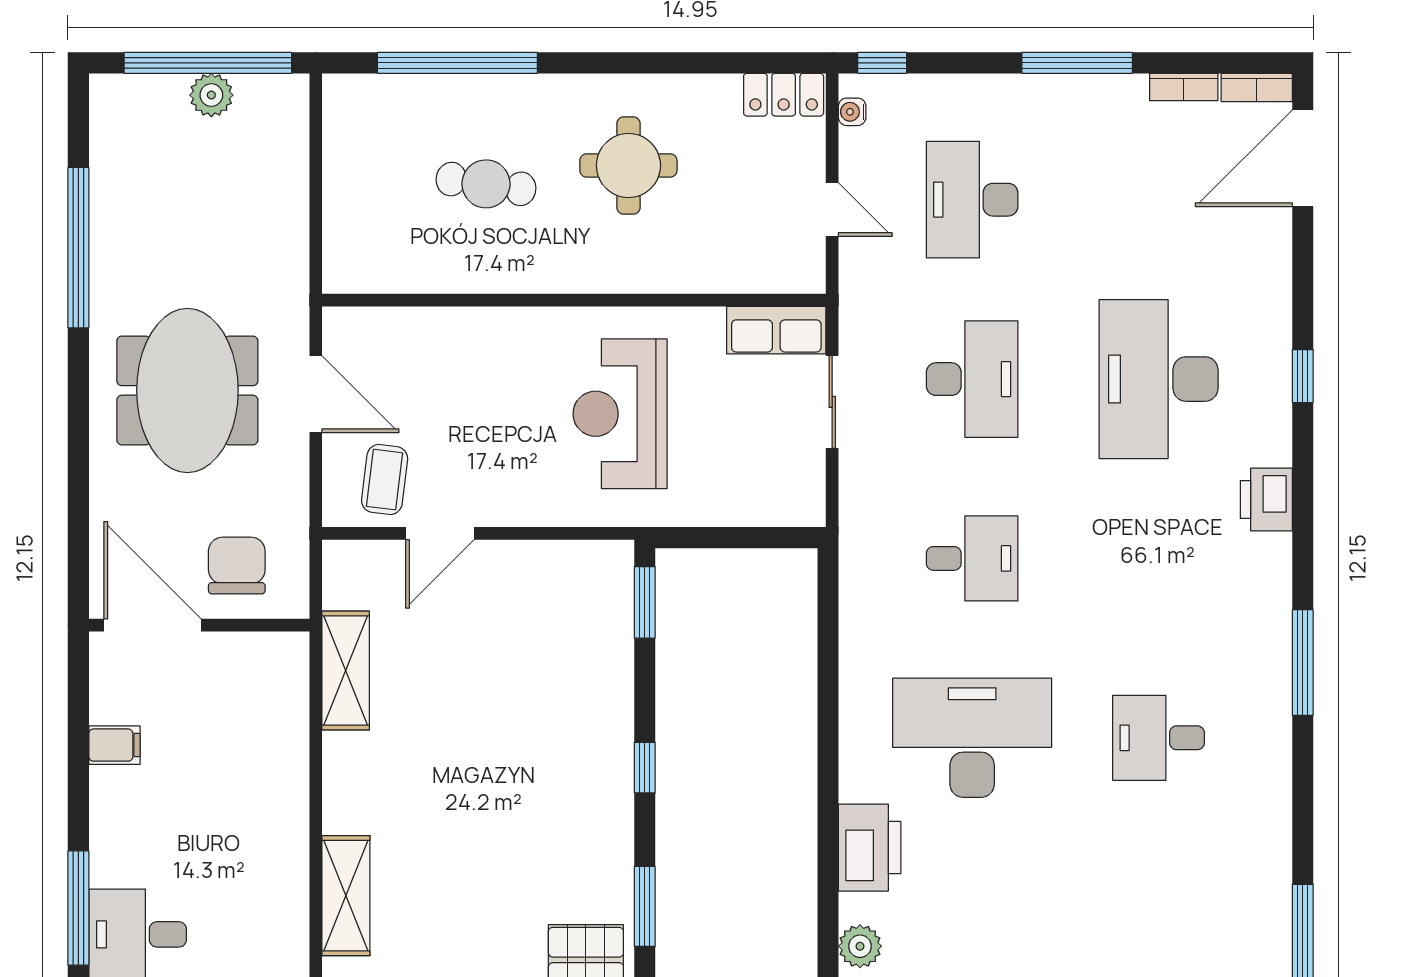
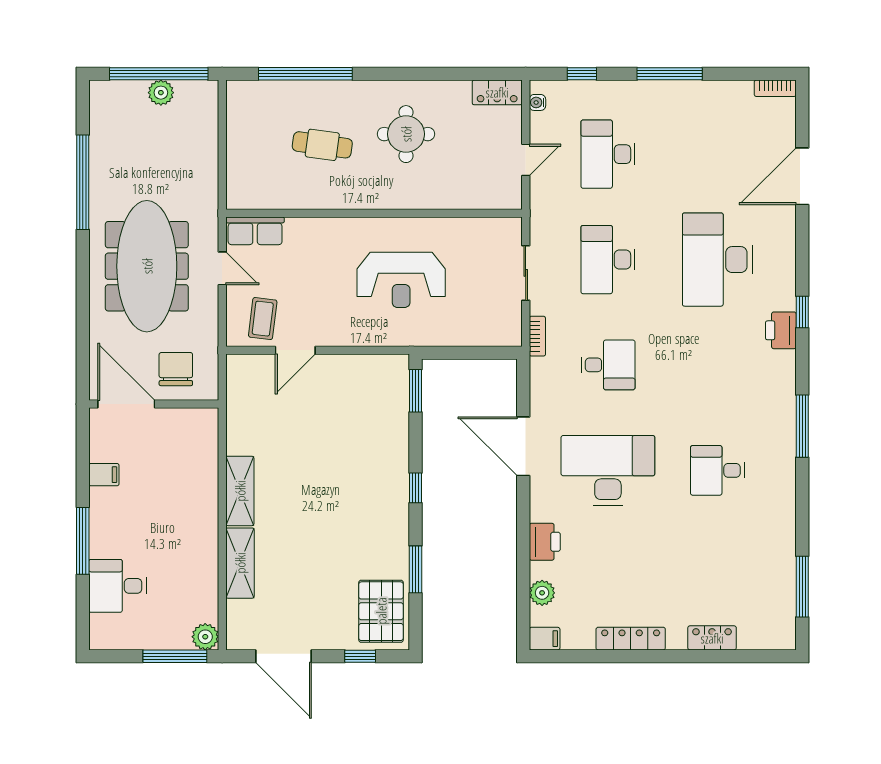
window: (882, 63) -> (582, 74), moved
bookcase: (1184, 87) -> (537, 336), moved, turned -90
door: (1303, 158) -> (802, 176), moved
door: (832, 210) -> (526, 160), hinge flipped
row of seats: (776, 330) -> (255, 231), moved
window: (1303, 376) -> (802, 312), moved
desk: (972, 379) -> (608, 260), turned 180
meeting table: (187, 390) -> (147, 266), width x1.36
door: (316, 394) -> (222, 268), width x0.73
reception desk: (620, 414) -> (401, 280), turned -90
shelving: (346, 671) -> (240, 491), moved
door: (828, 697) -> (523, 446), added
printer: (870, 848) -> (545, 542), width x0.73, depth x0.84
window: (78, 908) -> (83, 541), moved

